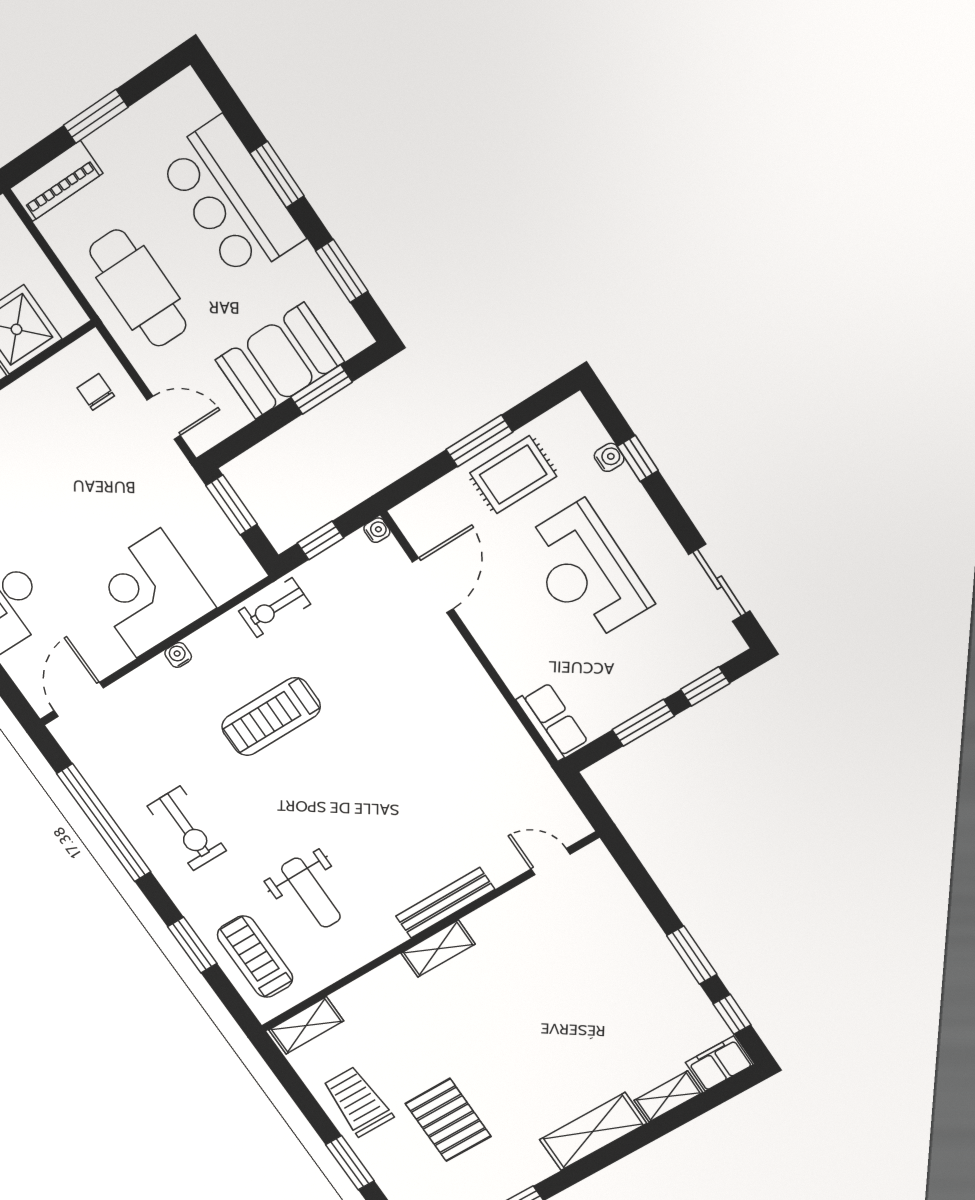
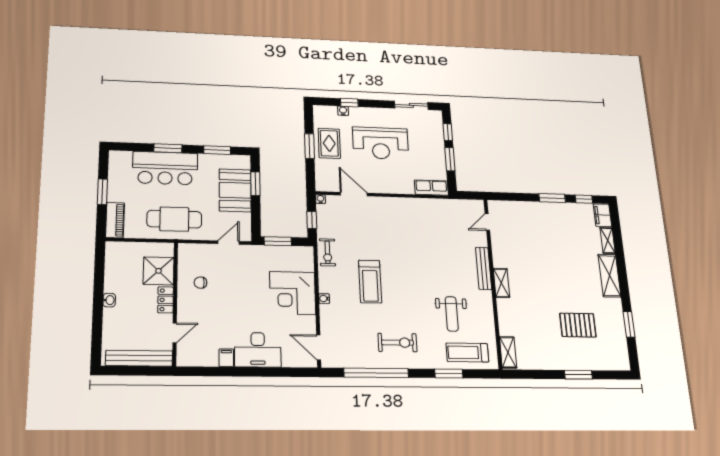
chair: (96, 392) -> (200, 283), moved
weight bench: (311, 893) -> (452, 314), turned 90
trolley: (358, 1101) -> (552, 354), removed

